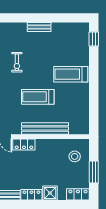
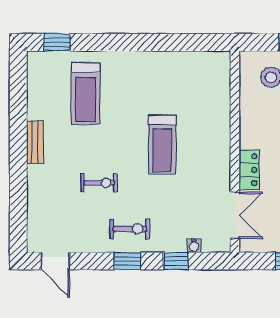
treadmill: (71, 74) -> (86, 93), moved
bench: (45, 129) -> (220, 132), removed

